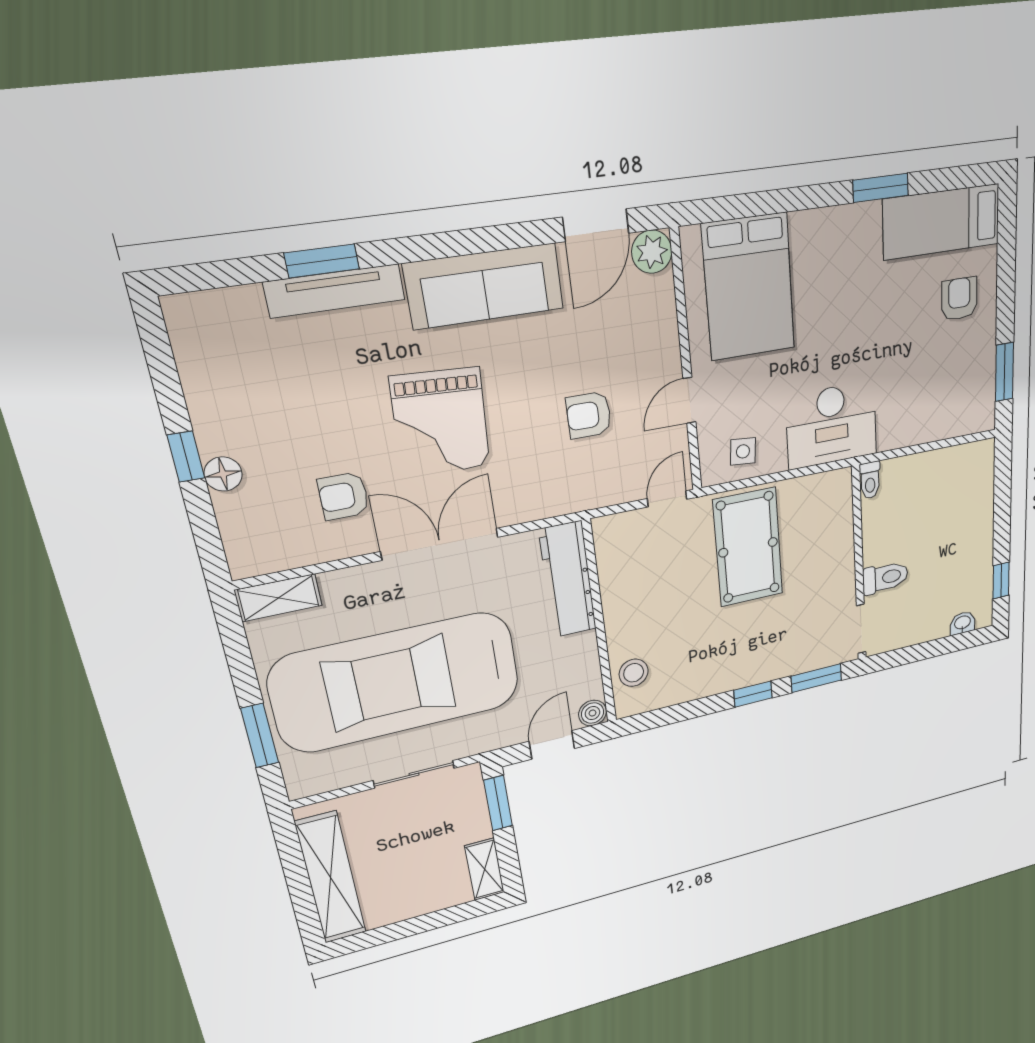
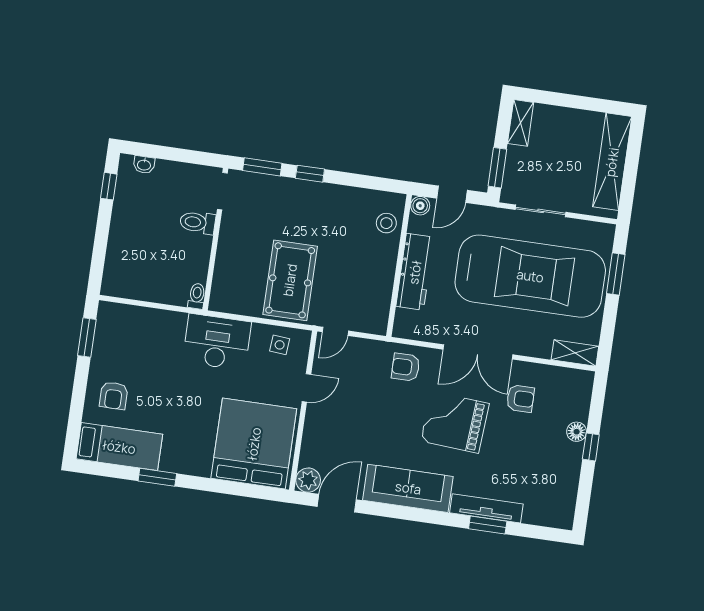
bed: (749, 287) -> (254, 444), width x1.36
armchair: (589, 415) -> (406, 367), moved, turned 180
grand piano: (440, 422) -> (455, 422), turned -89
workbench: (568, 580) -> (415, 272), moved

